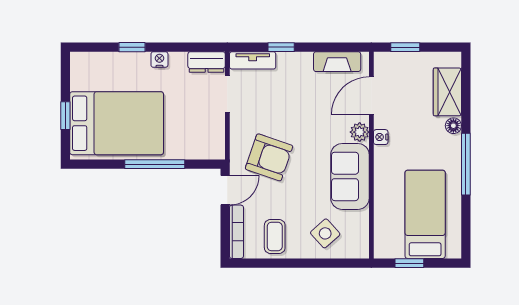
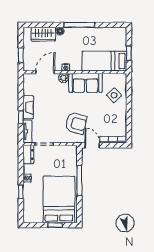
fireplace: (337, 62) -> (28, 107), moved
door: (371, 96) -> (45, 72), swing flipped
armchair: (269, 157) -> (76, 123), turned 85
bed: (425, 214) -> (104, 61), moved
coffee table: (275, 237) -> (116, 120), removed

